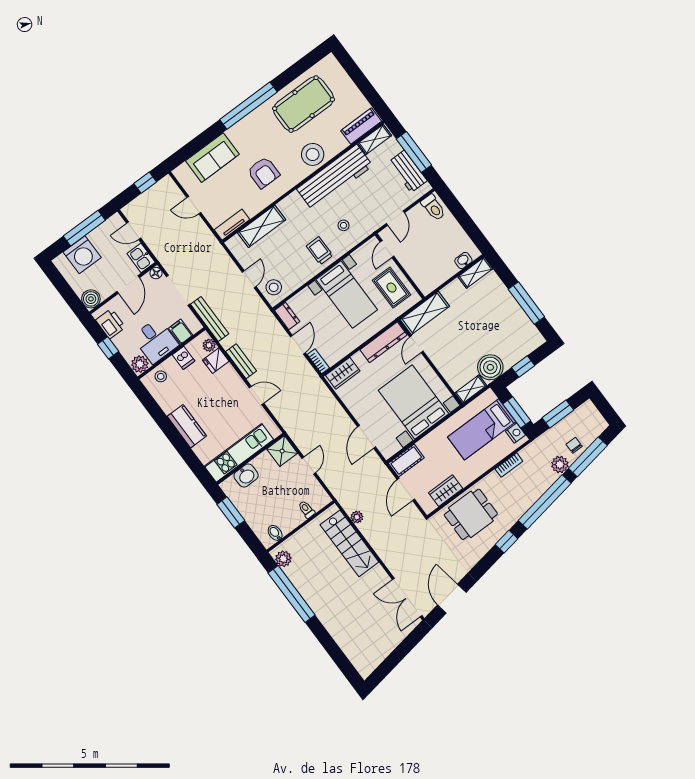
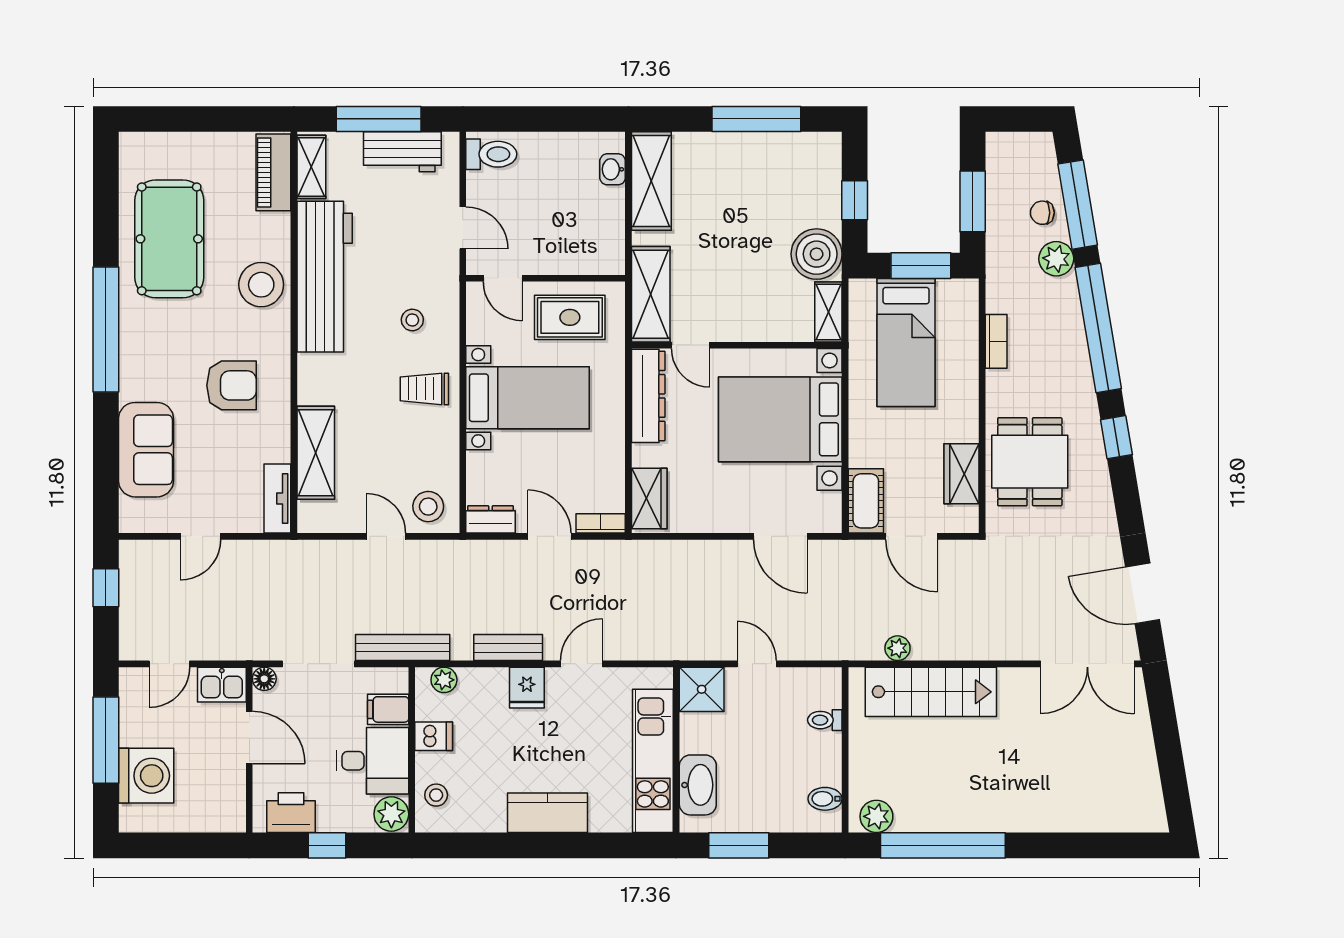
shelving: (475, 273) -> (651, 181), width x1.50, depth x1.33
boiler: (91, 299) -> (228, 814), removed
fridge: (216, 361) -> (527, 688), moved
nightstand: (516, 433) -> (953, 292), removed
washbasin: (246, 476) -> (698, 785), width x1.38

